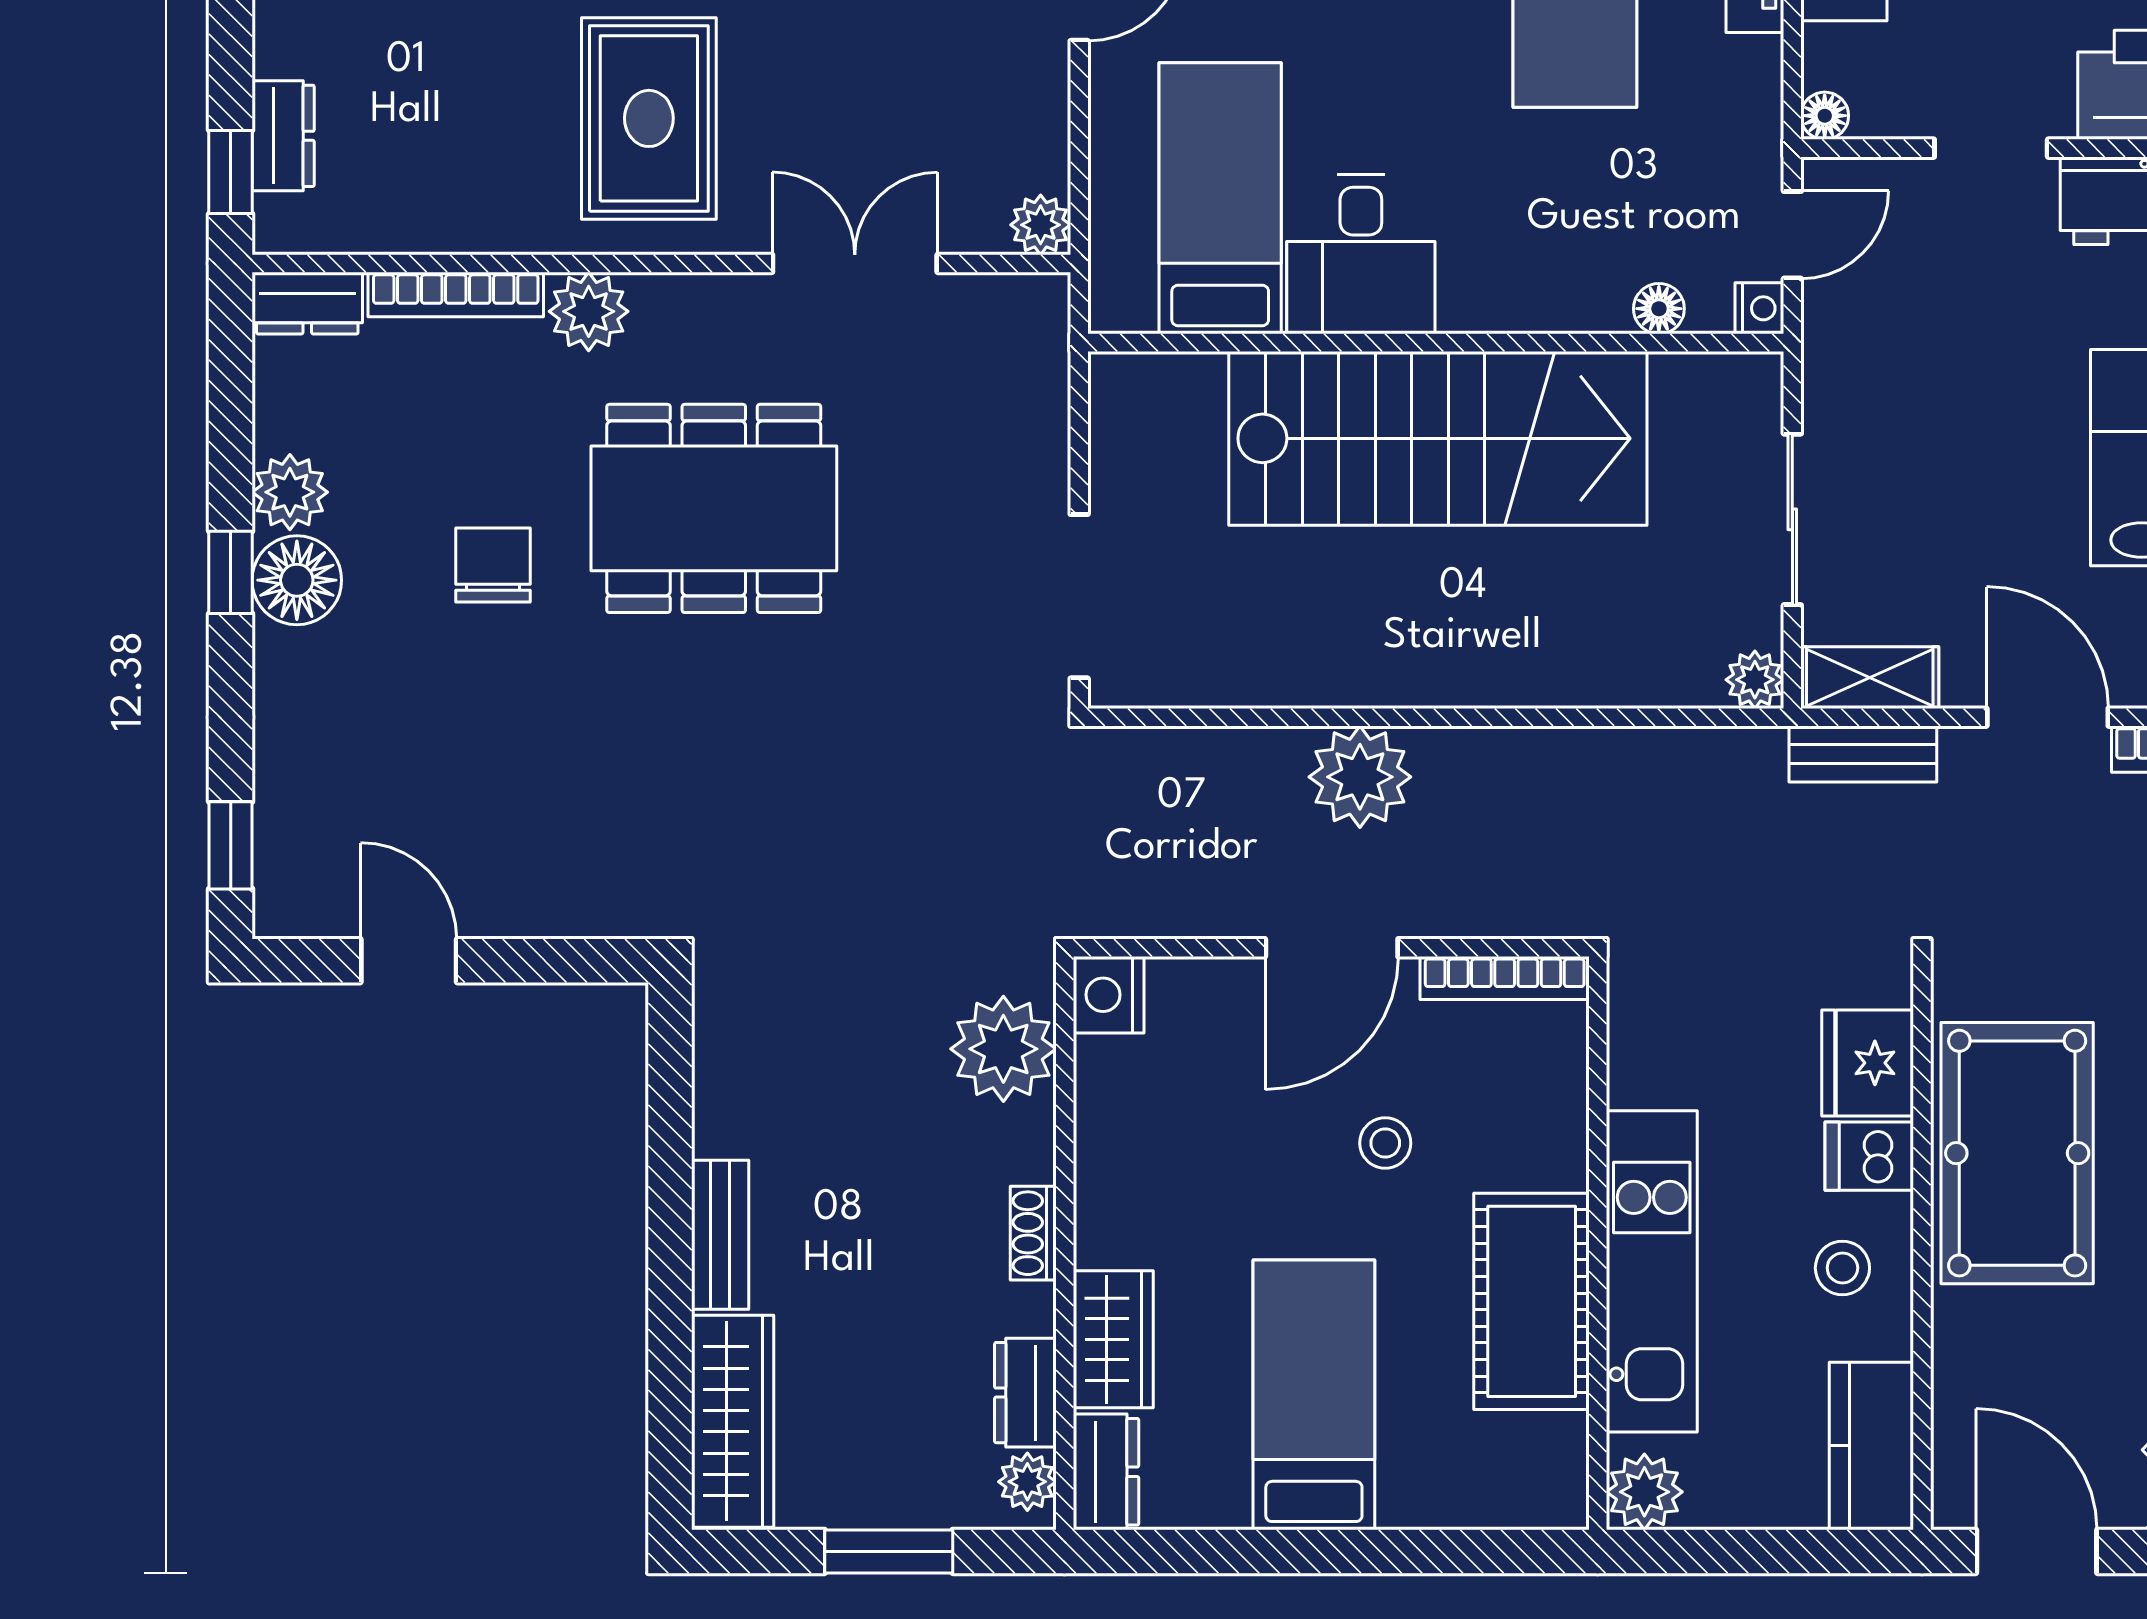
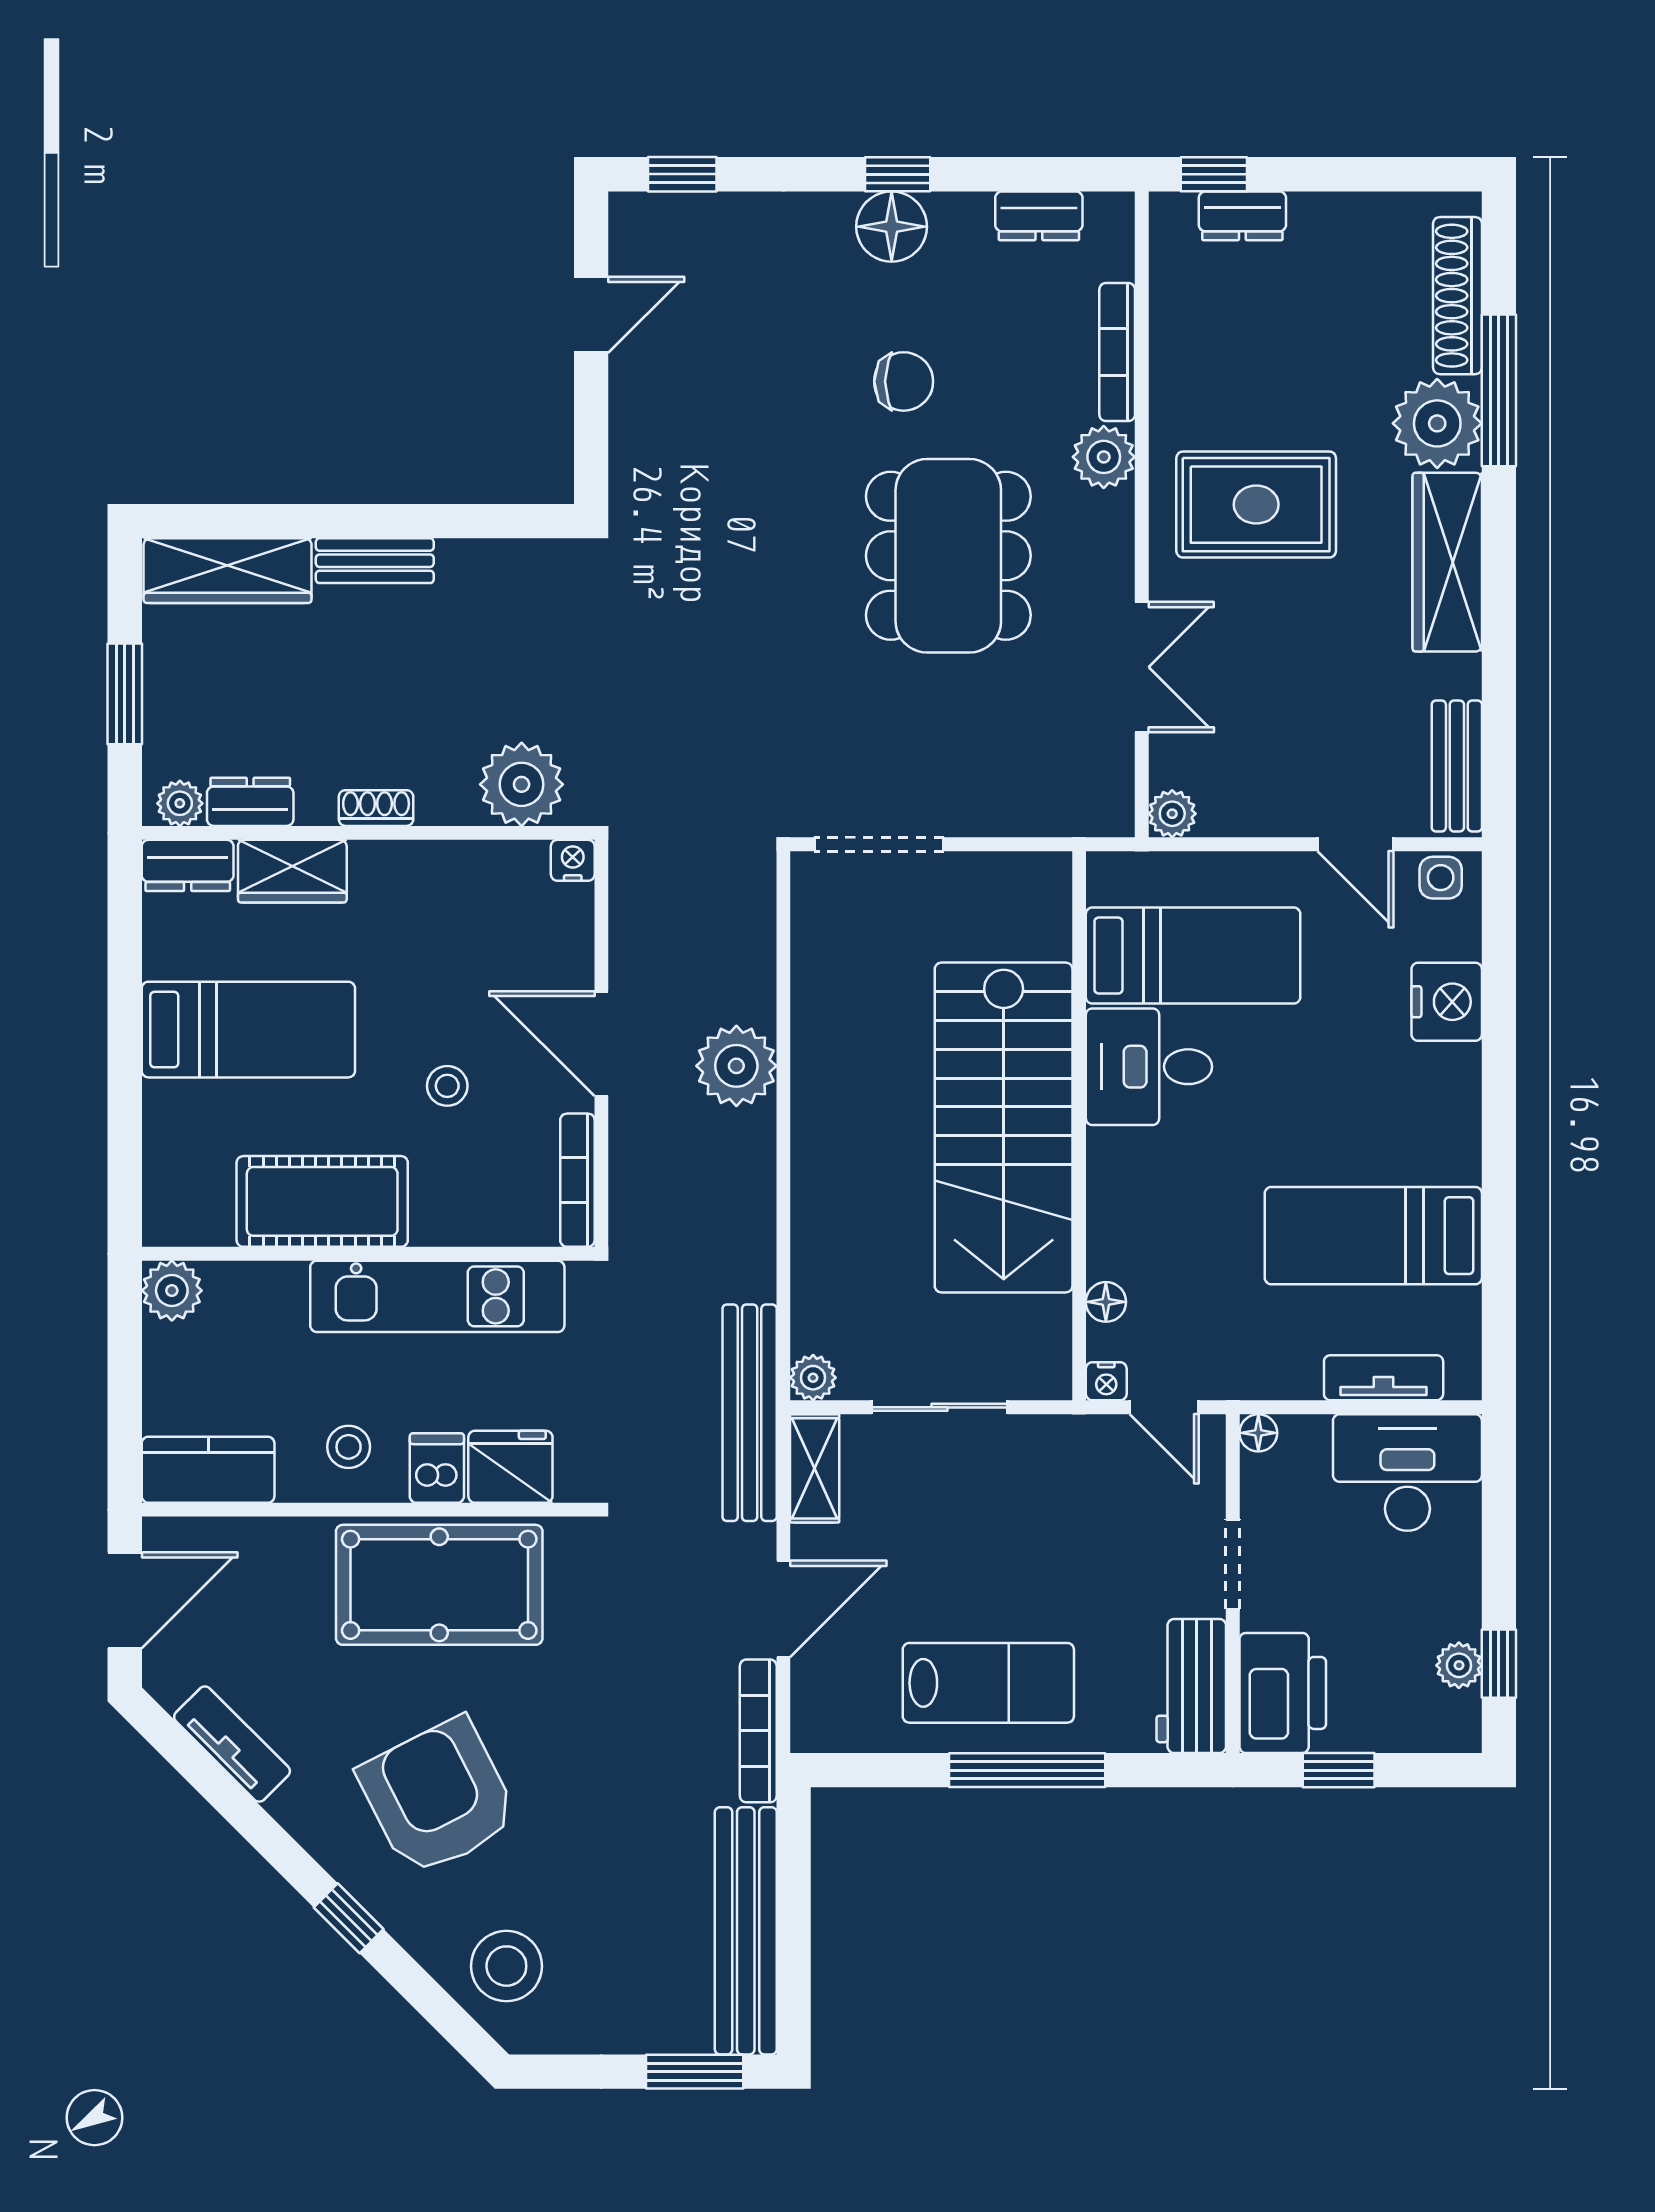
dresser: (307, 303) -> (1039, 216), moved, turned -90
plant: (290, 492) -> (961, 221), removed
bench: (1863, 754) -> (750, 1413), width x1.86, depth x1.21
nightstand: (1109, 995) -> (573, 860), width x0.72, depth x0.74
kitchen unit: (1652, 1271) -> (437, 1296), moved

